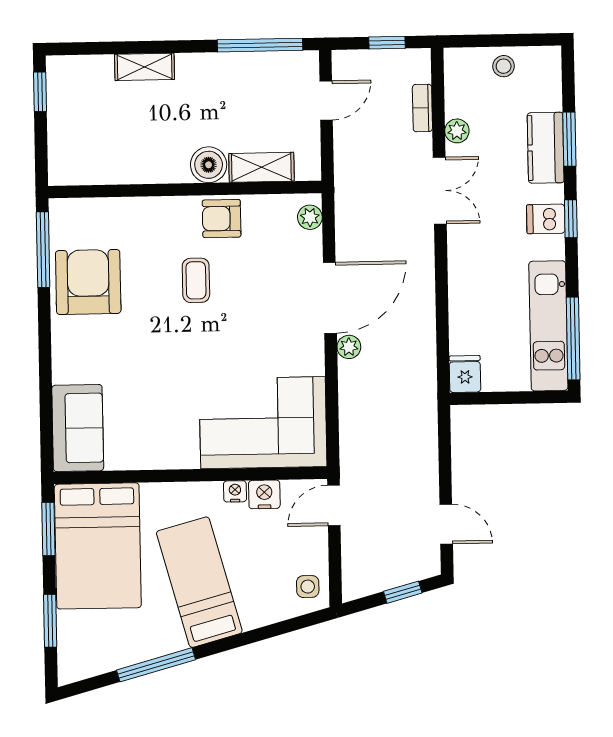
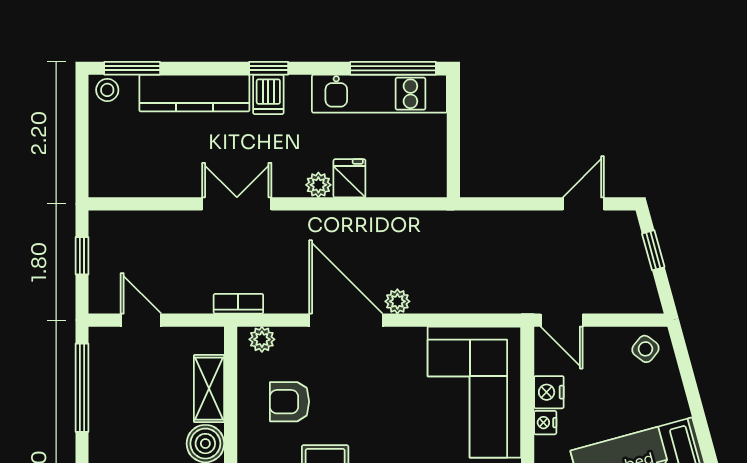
stool: (504, 66) -> (107, 90), moved
bookcase: (422, 108) -> (238, 304), moved, turned 180
plant: (457, 131) -> (318, 185), moved
window: (569, 139) -> (132, 68), moved
kitchen counter: (546, 148) -> (194, 93), width x1.50
armchair: (222, 219) -> (290, 402), moved, turned 90
fridge: (465, 374) -> (349, 178), moved, turned 90
side table: (308, 587) -> (645, 349), turned 38

